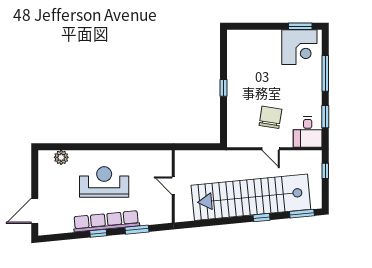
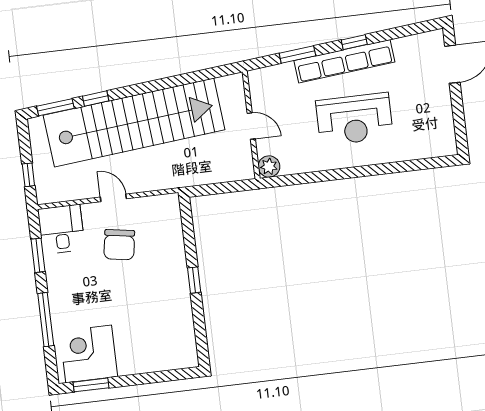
plant: (61, 157) -> (269, 166), moved
window: (262, 218) -> (96, 99), moved

